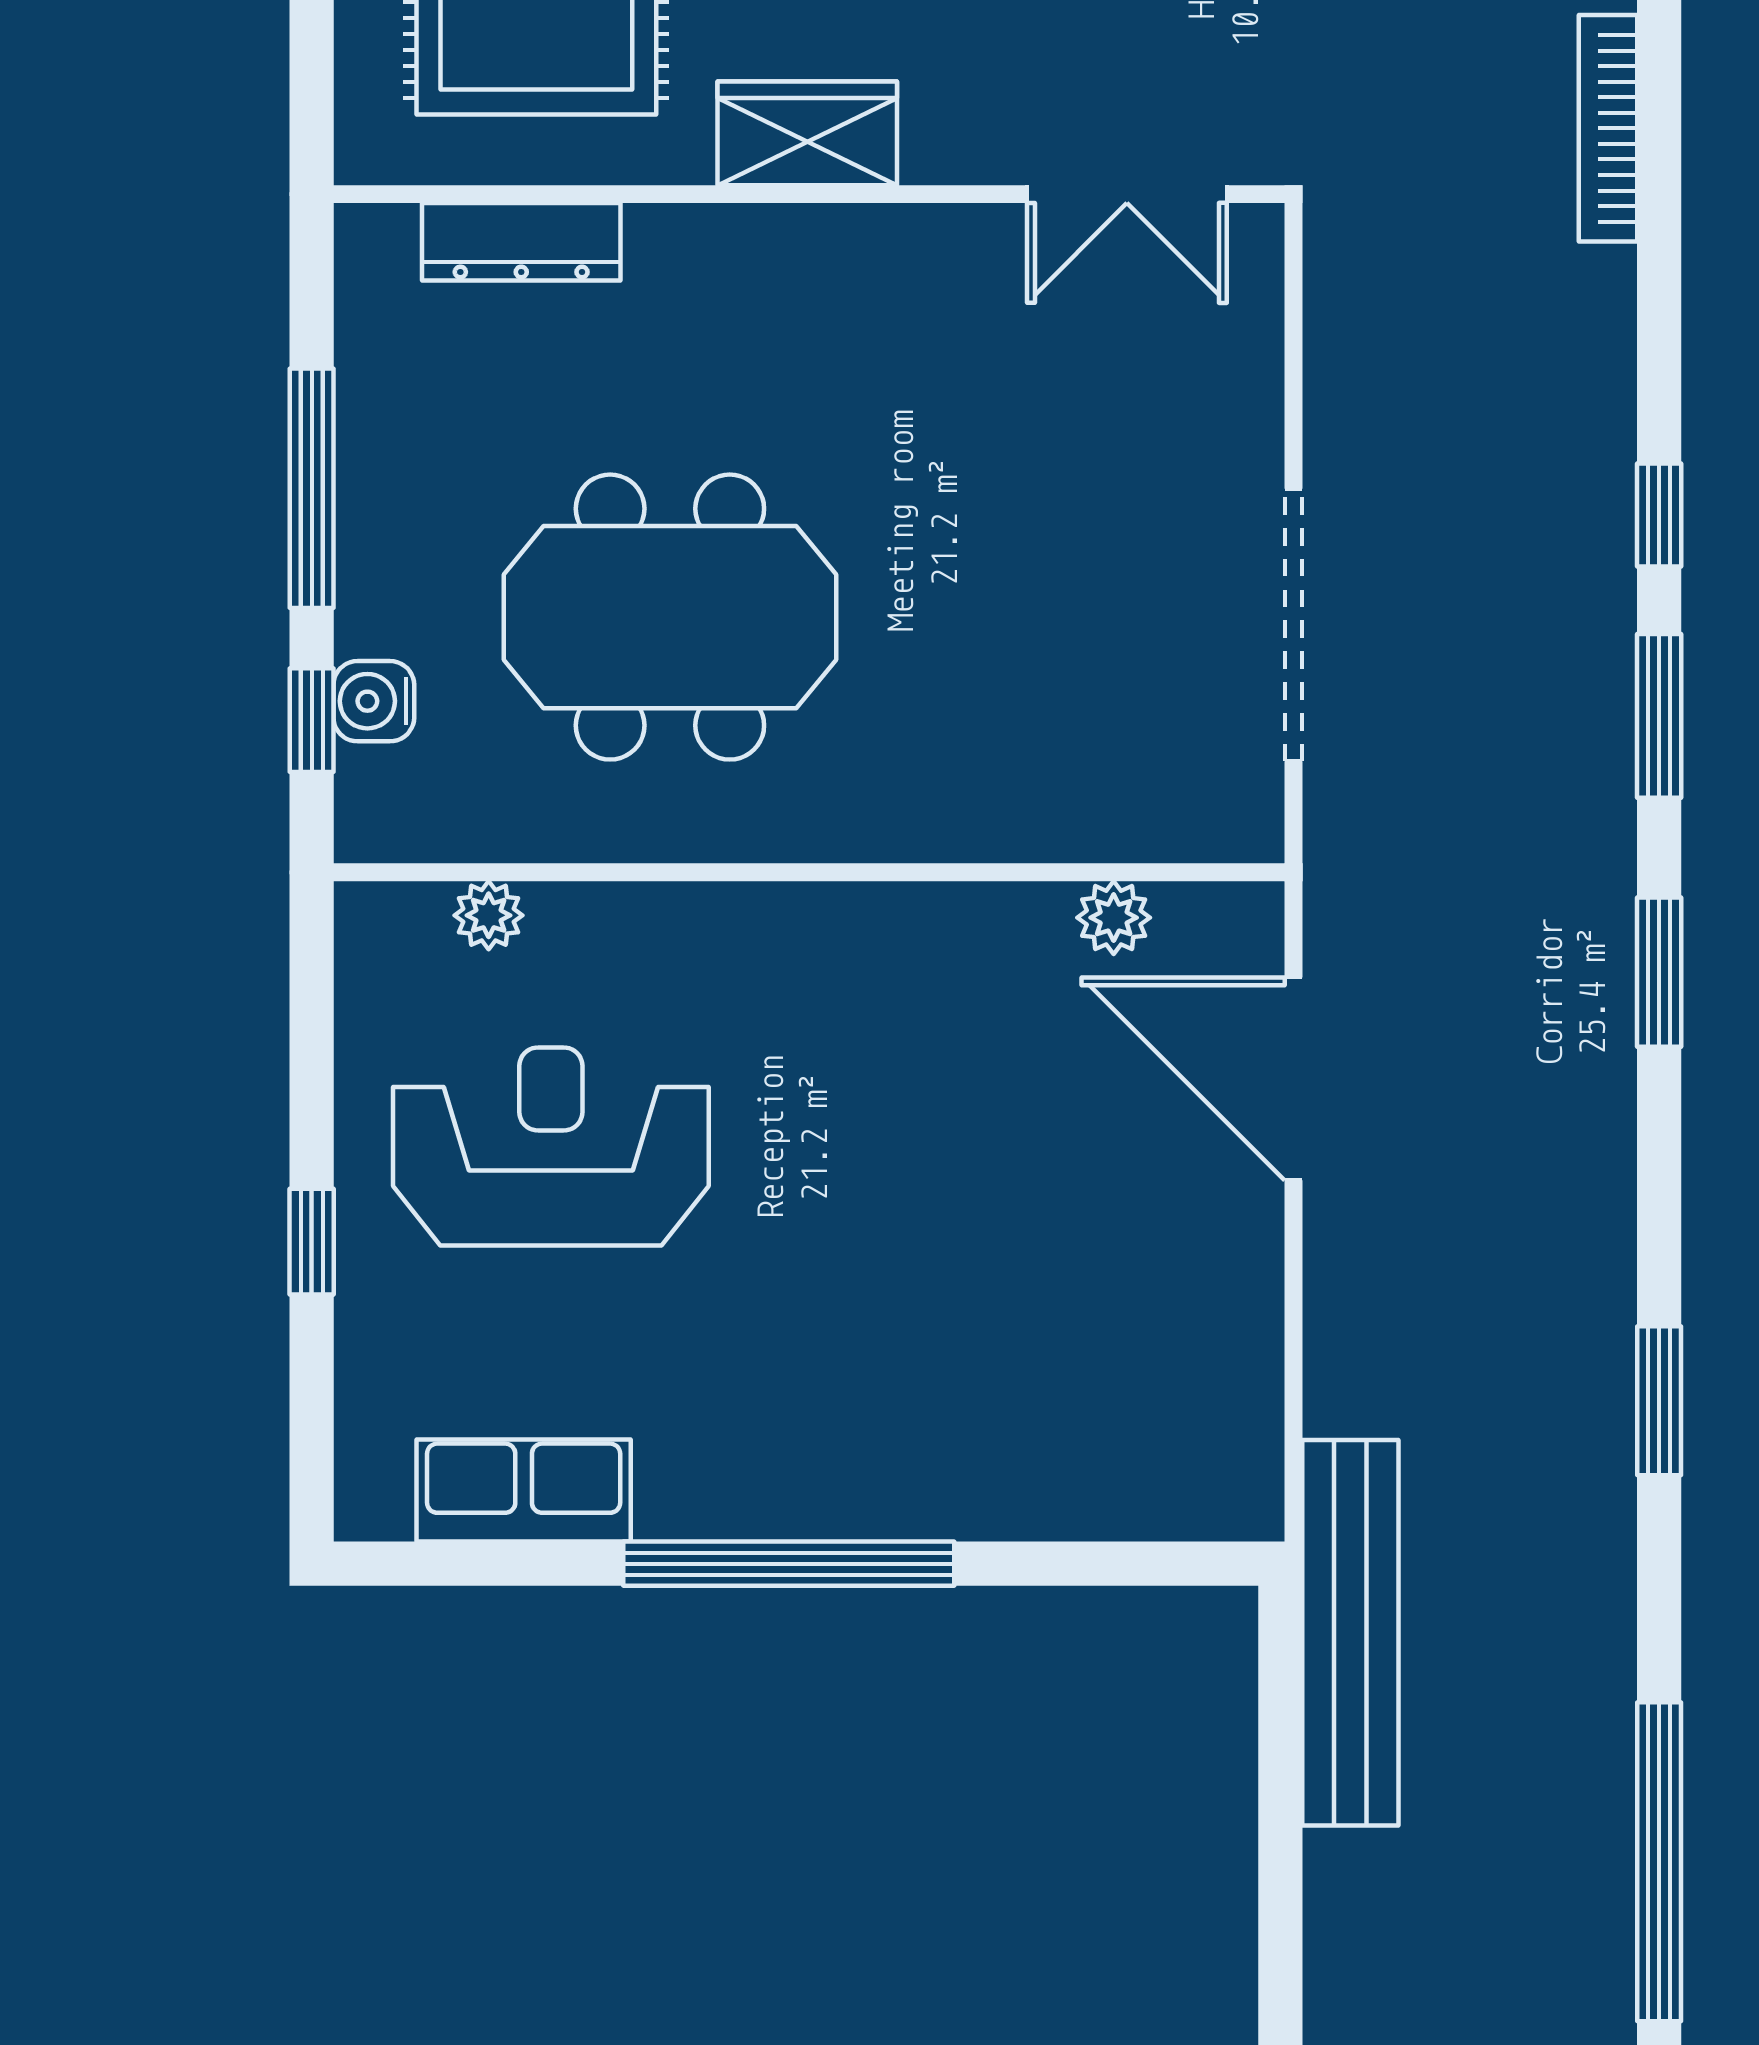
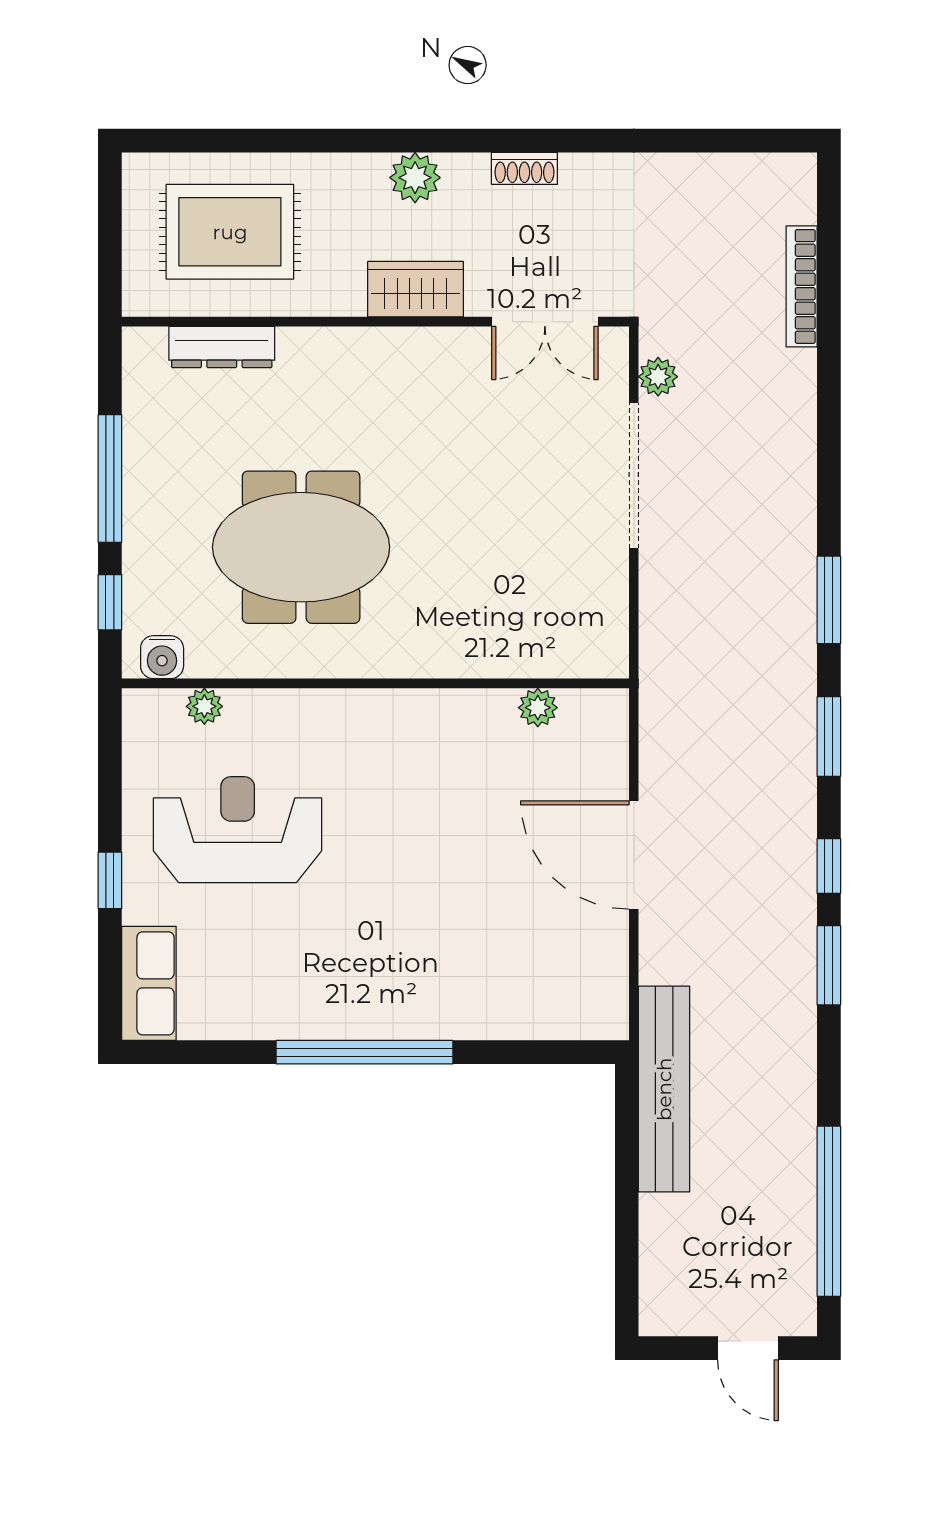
wardrobe: (807, 133) -> (416, 289), moved
plant: (1339, 298) -> (658, 377), added
window: (1659, 515) -> (829, 866), moved
doorway: (1294, 625) -> (634, 476), moved
water cooler: (374, 701) -> (162, 657), moved, turned -90
door: (1294, 1079) -> (634, 855), moved
row of seats: (524, 1490) -> (149, 983), moved, turned 90

